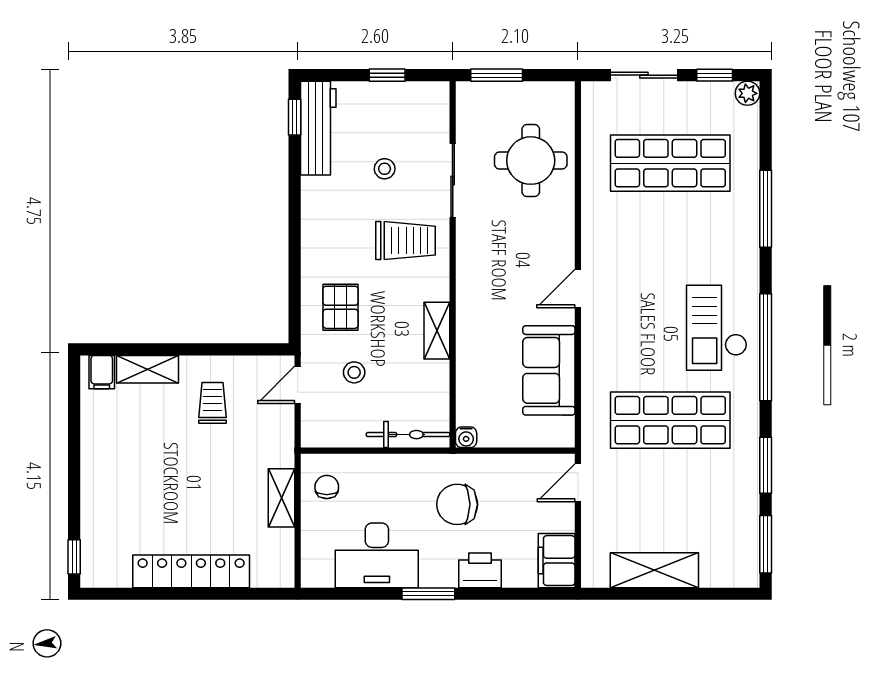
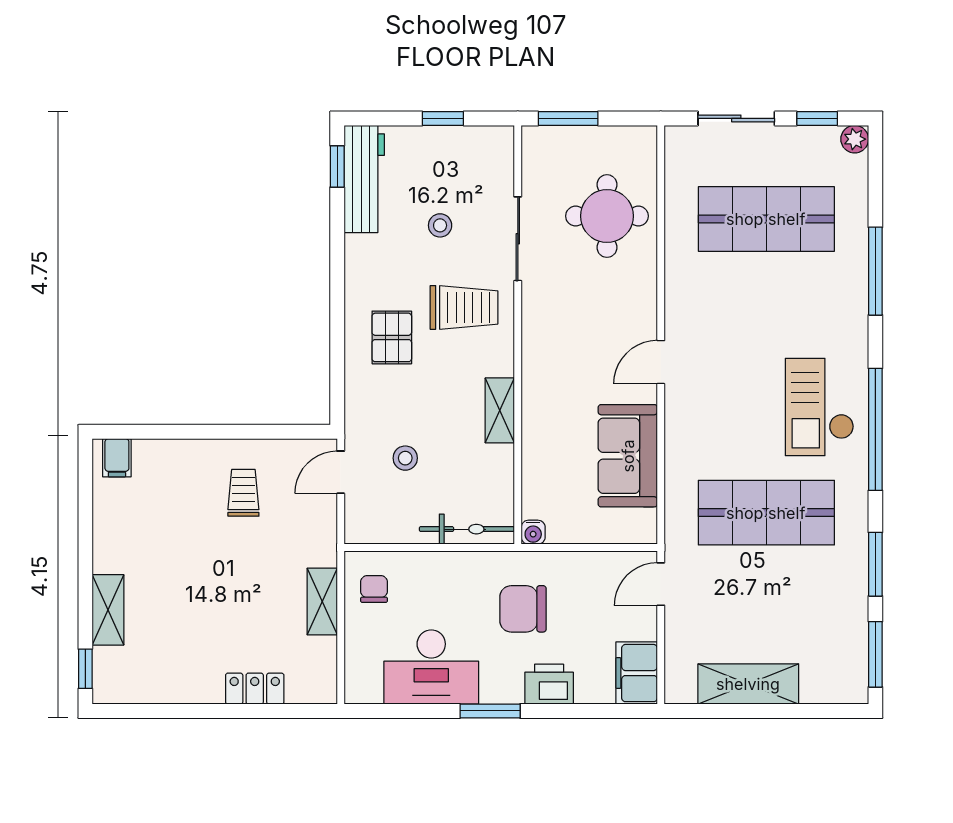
pallet: (340, 307) -> (392, 337), moved
shelving: (148, 369) -> (108, 610), moved, turned 90
locker: (191, 571) -> (255, 689), width x0.46, depth x0.83

